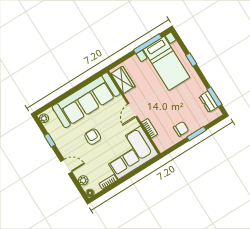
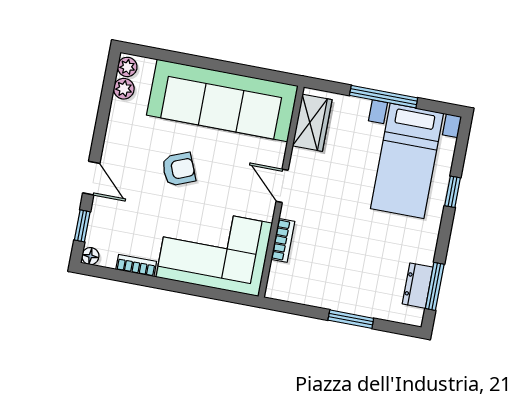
window: (148, 44) -> (384, 97), moved
door: (132, 110) -> (282, 186), hinge flipped
chair: (181, 129) -> (333, 288), removed
armchair: (93, 137) -> (179, 169), turned 68
window: (50, 140) -> (82, 226), moved
plant: (83, 180) -> (124, 89), moved

